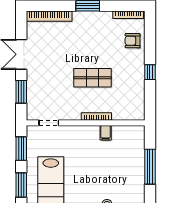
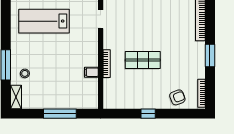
armchair: (133, 41) -> (177, 97), turned 69
shop shelf: (92, 78) -> (143, 60), turned 90

